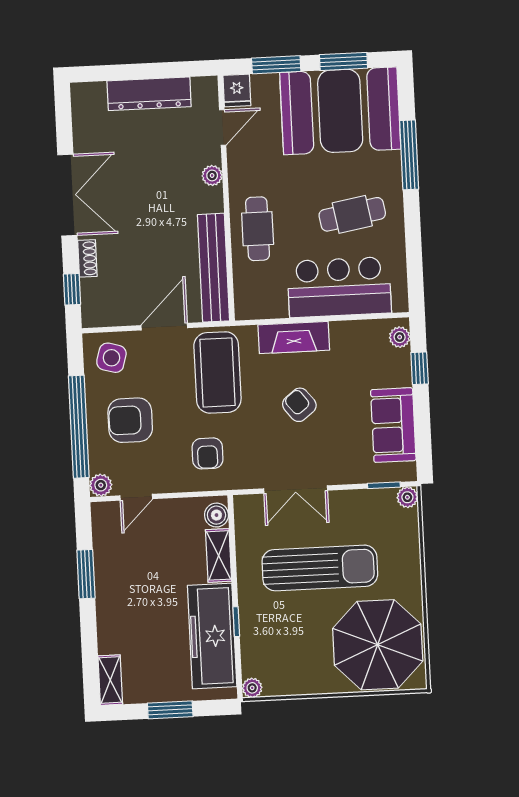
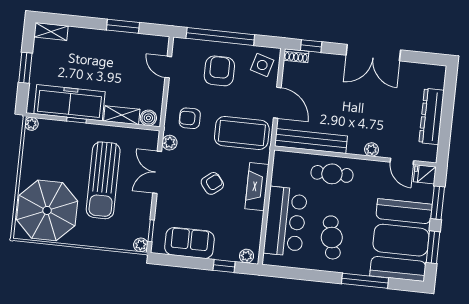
shoe rack: (87, 258) -> (296, 56), moved
plant: (101, 485) -> (170, 143), moved

